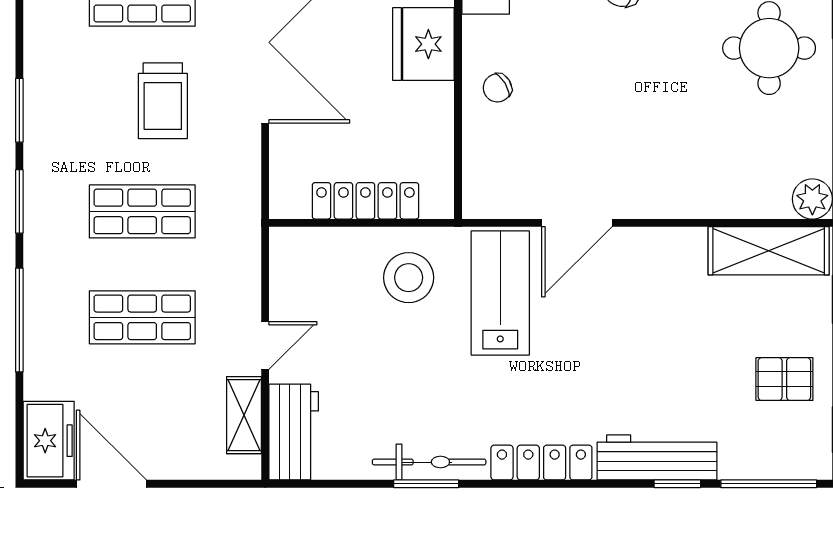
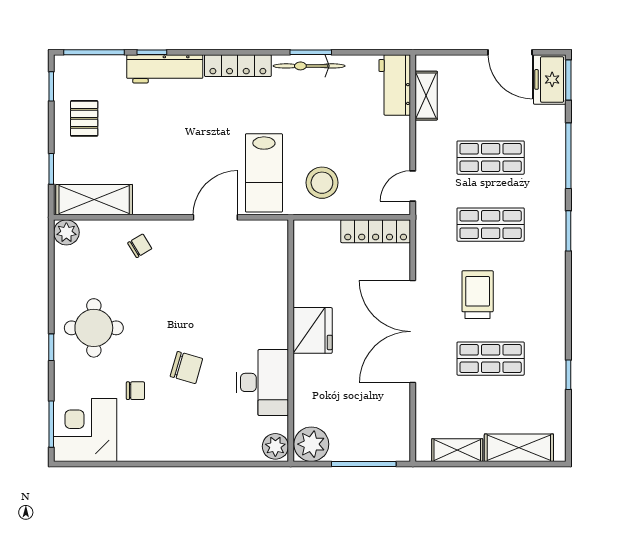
chair: (497, 88) -> (140, 246), moved
window: (19, 110) -> (568, 80), moved
locker: (365, 201) -> (376, 231), moved
door: (265, 346) -> (413, 186), moved
pallet: (784, 379) -> (84, 118), turned 90

